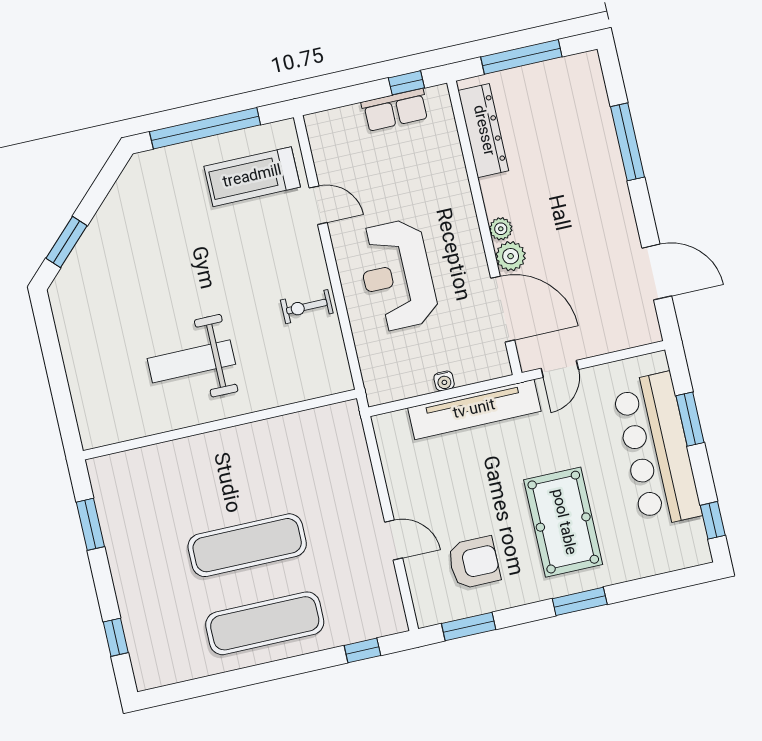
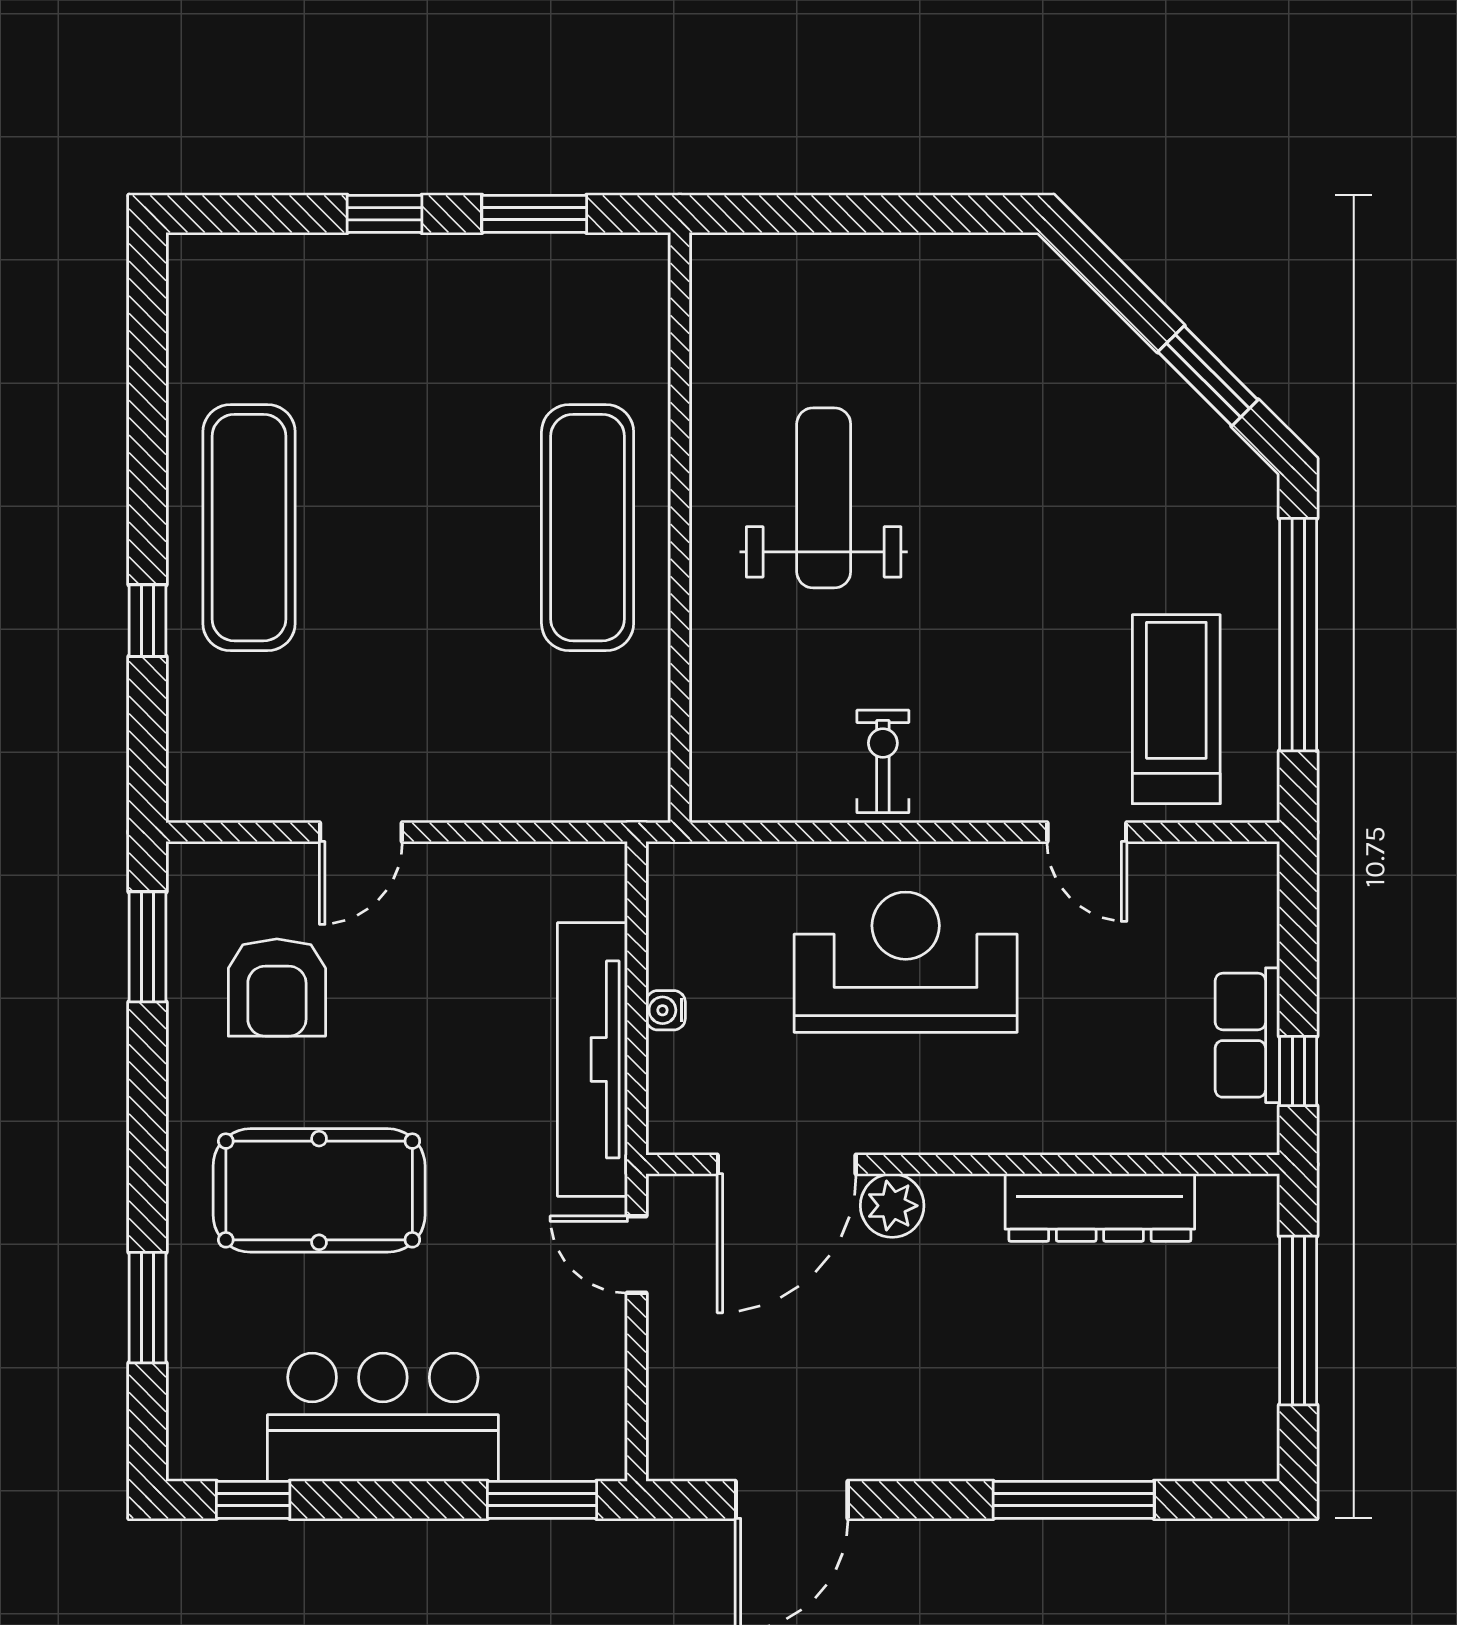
dresser: (483, 131) -> (1100, 1208), moved
door: (318, 205) -> (1087, 832), hinge flipped
plant: (501, 229) -> (953, 1198), removed
window: (66, 242) -> (1208, 376), moved
window: (690, 419) -> (542, 1500), moved
bar counter: (657, 450) -> (383, 1417), width x0.73
exercise mat: (247, 545) -> (588, 528), moved
window: (580, 601) -> (148, 1308), moved
window: (116, 637) -> (385, 214), moved
window: (362, 650) -> (148, 621), moved

